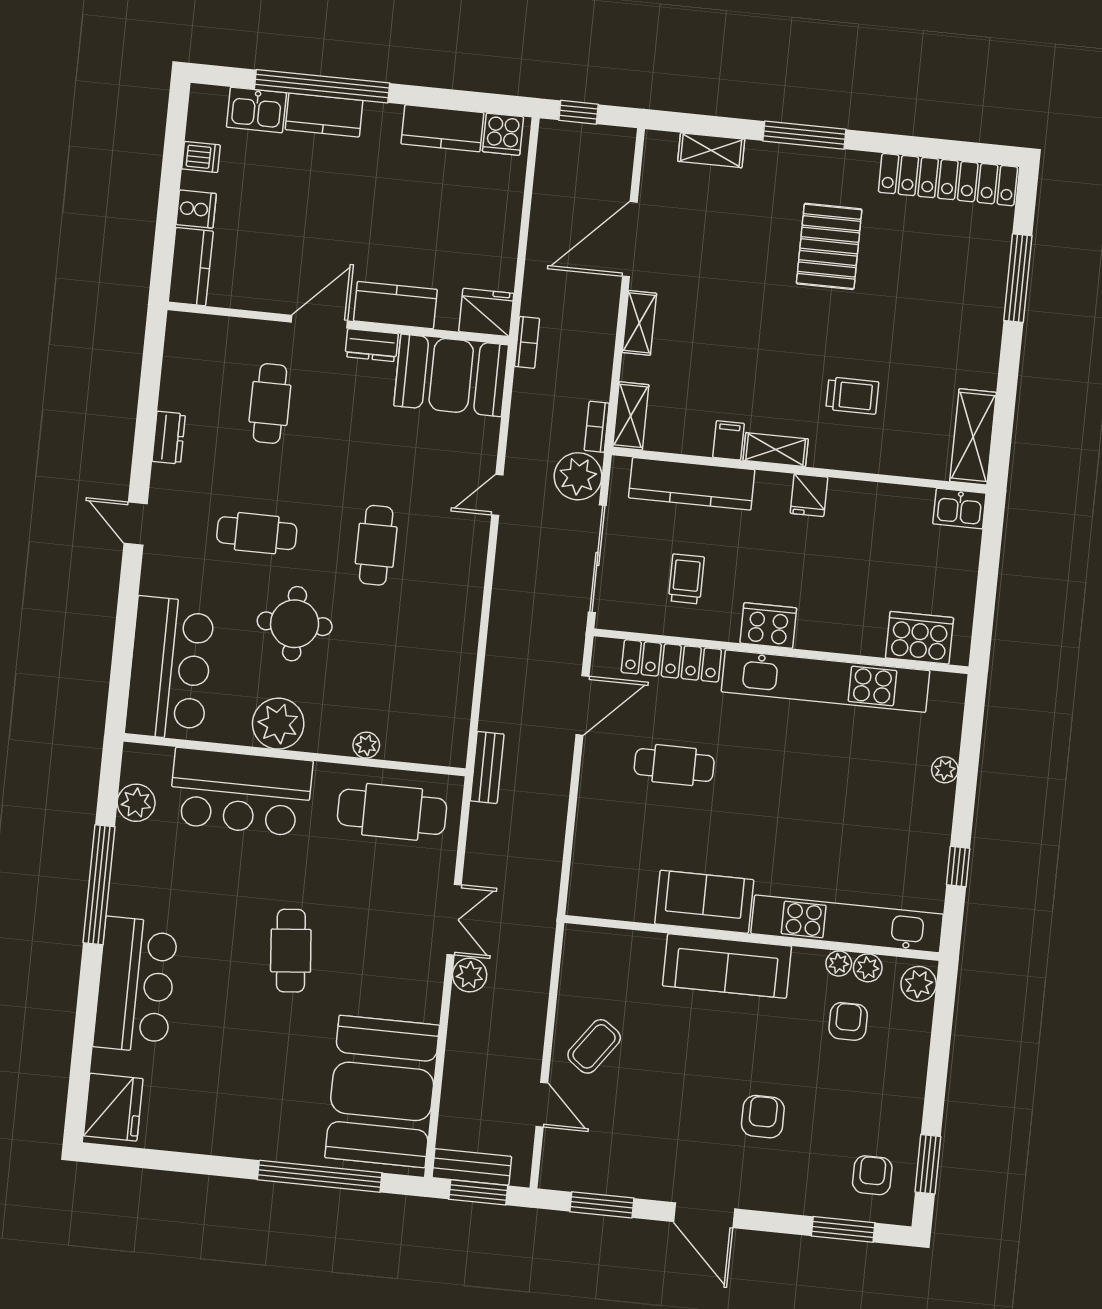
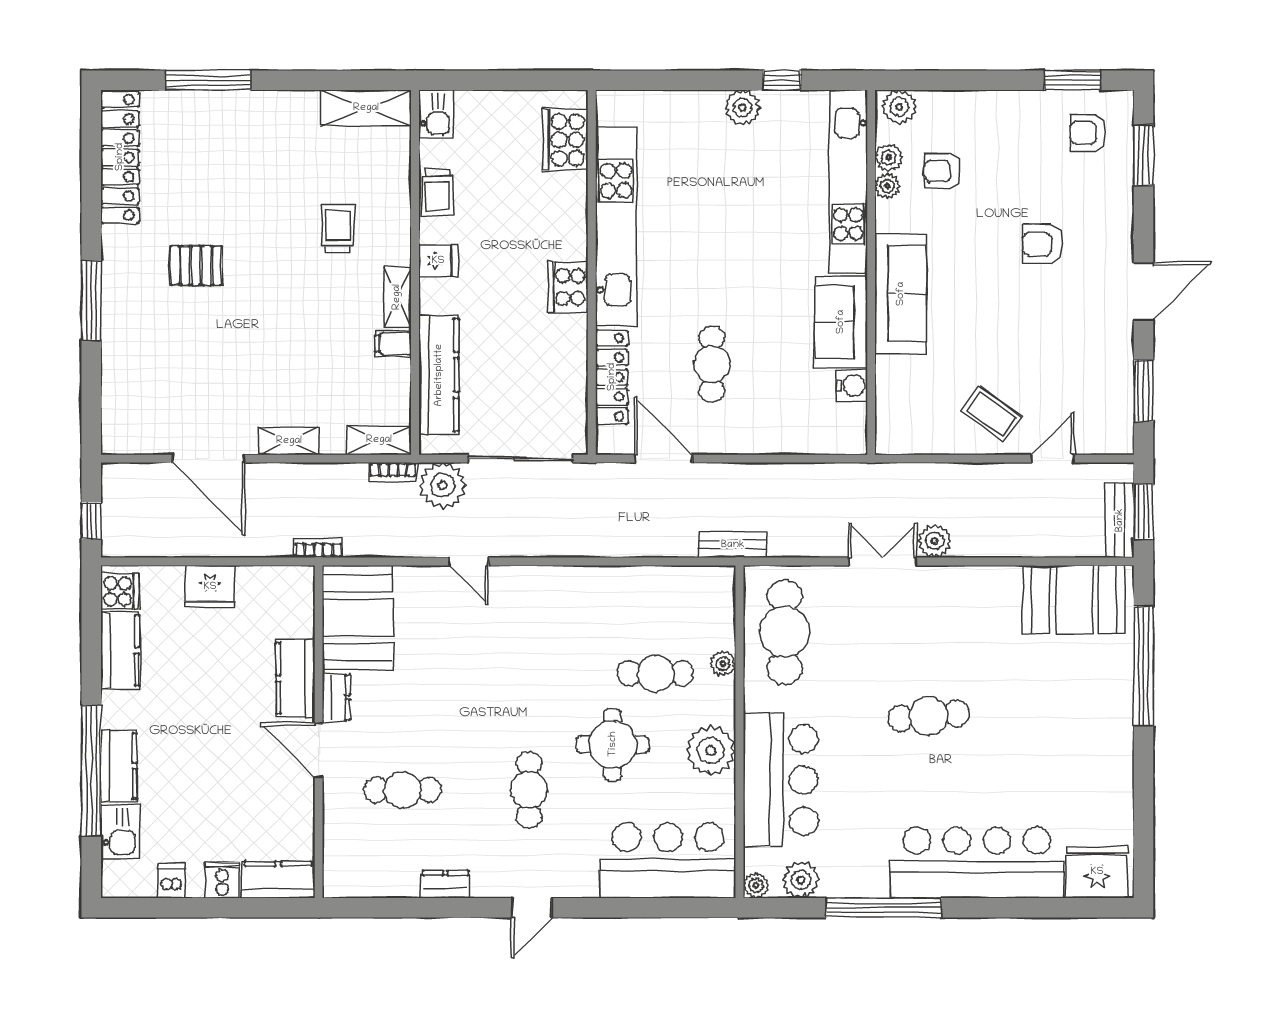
shelving: (711, 150) -> (115, 389), removed
pallet: (829, 246) -> (196, 266), width x0.67, depth x0.71
fridge: (486, 312) -> (210, 587), moved, turned -90
cafe table: (376, 545) -> (656, 673), moved
trolley: (686, 579) -> (438, 193), moved, turned -90
plant: (135, 756) -> (756, 885), added
plant: (945, 770) -> (742, 107), moved, width x1.38, depth x1.38
water cooler: (638, 906) -> (852, 386), added
bar counter: (136, 985) -> (977, 863), width x1.36
booth: (382, 1091) -> (1074, 600), width x0.73, depth x0.70

